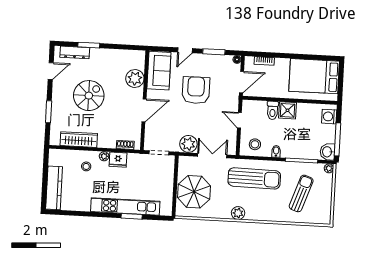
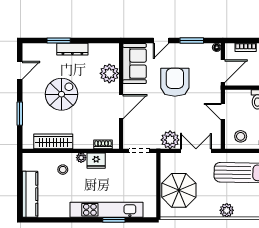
dresser: (75, 52) -> (72, 49), moved

